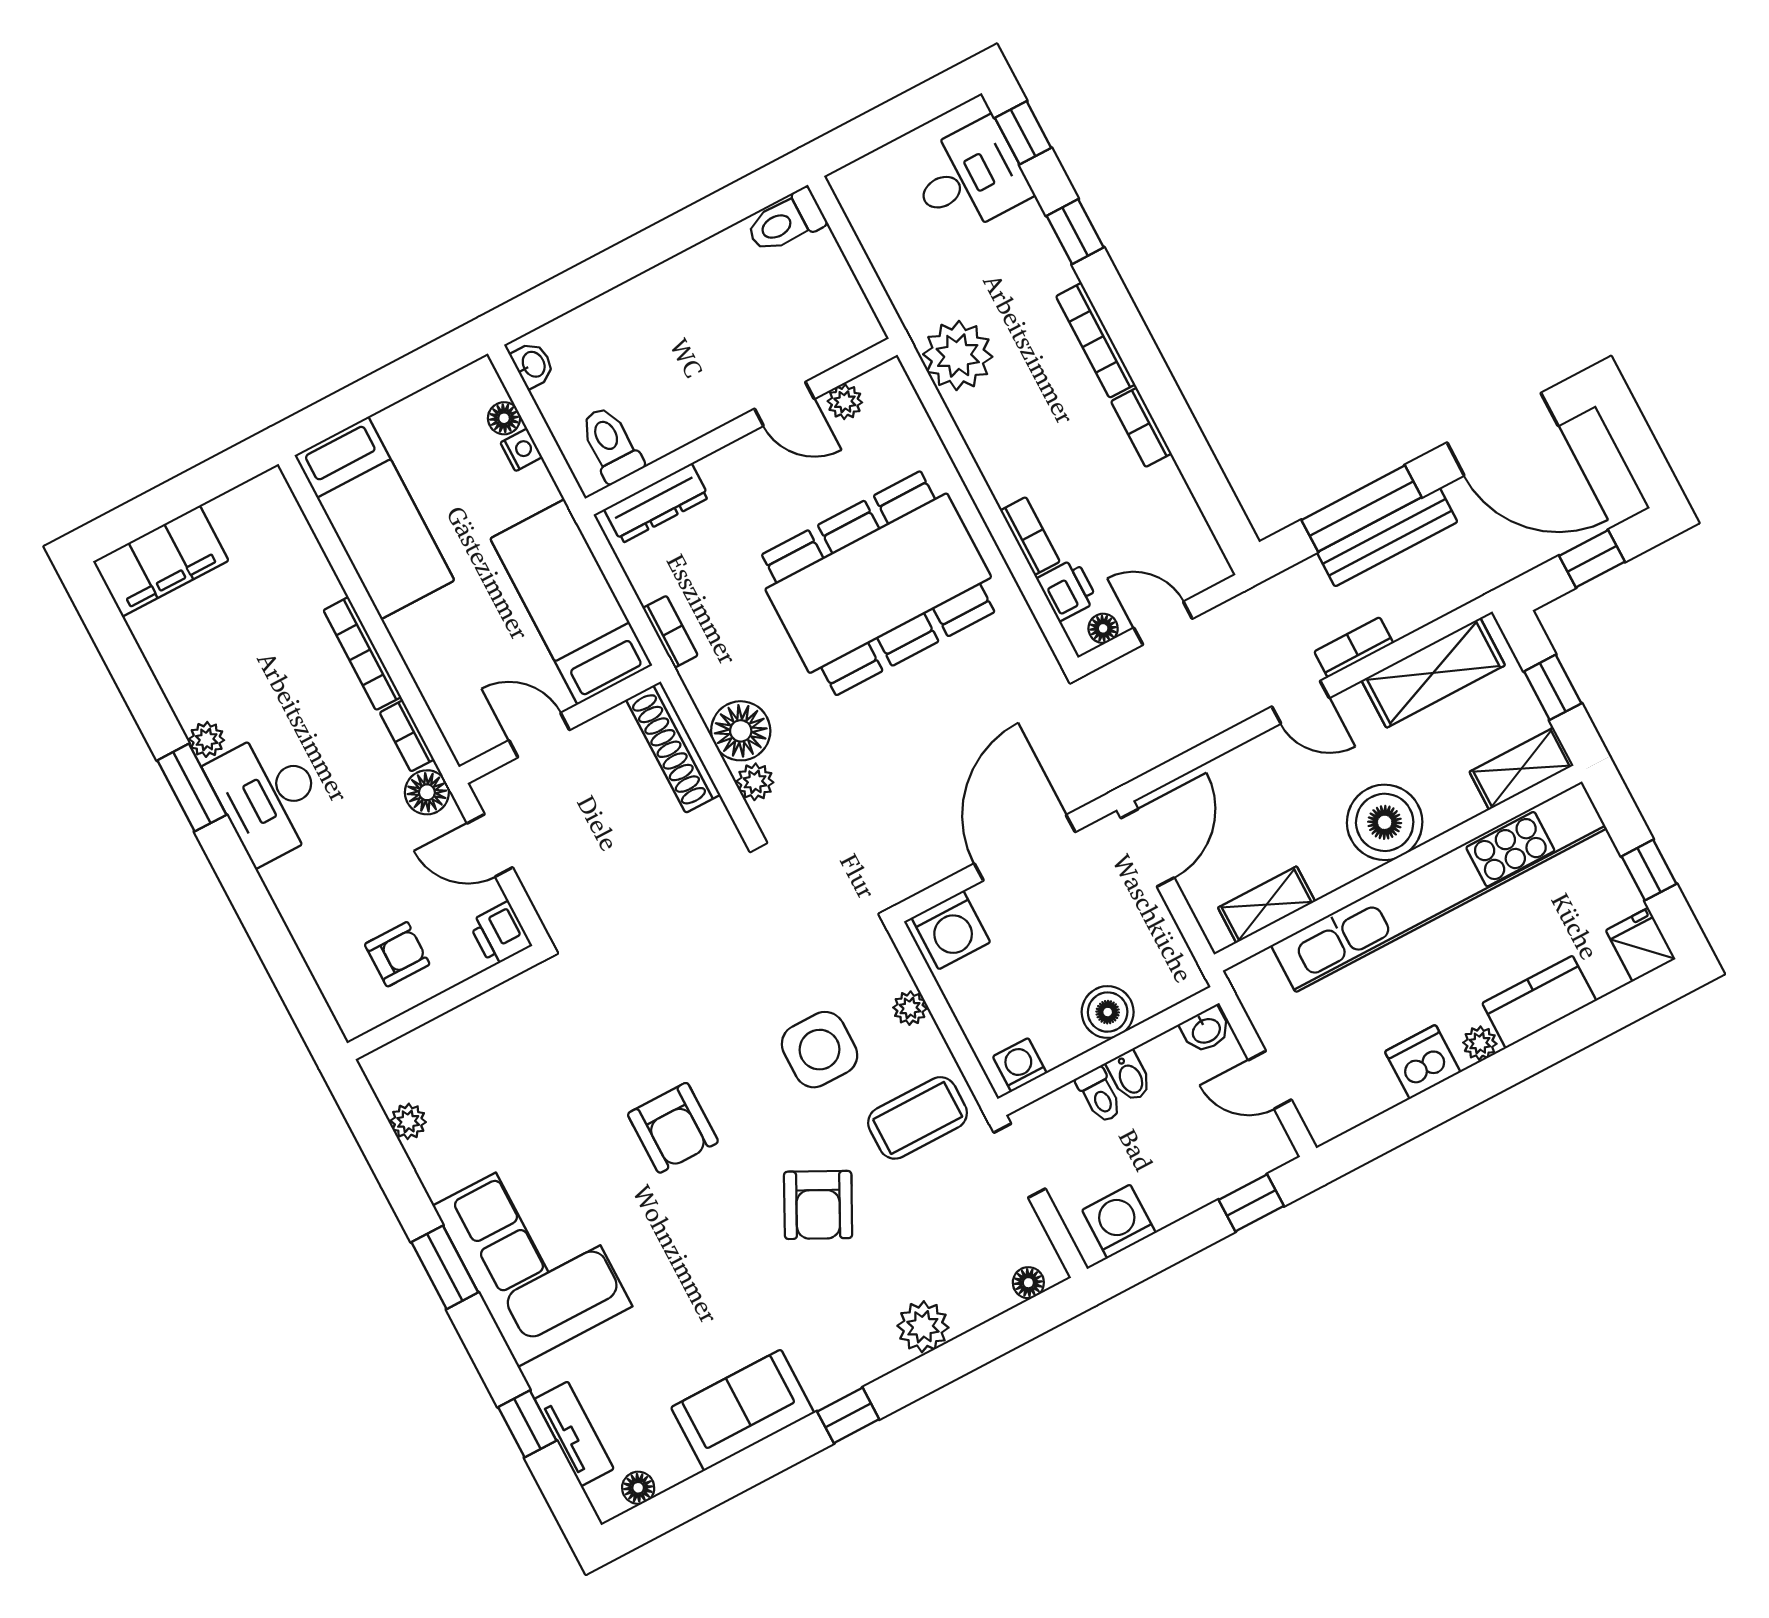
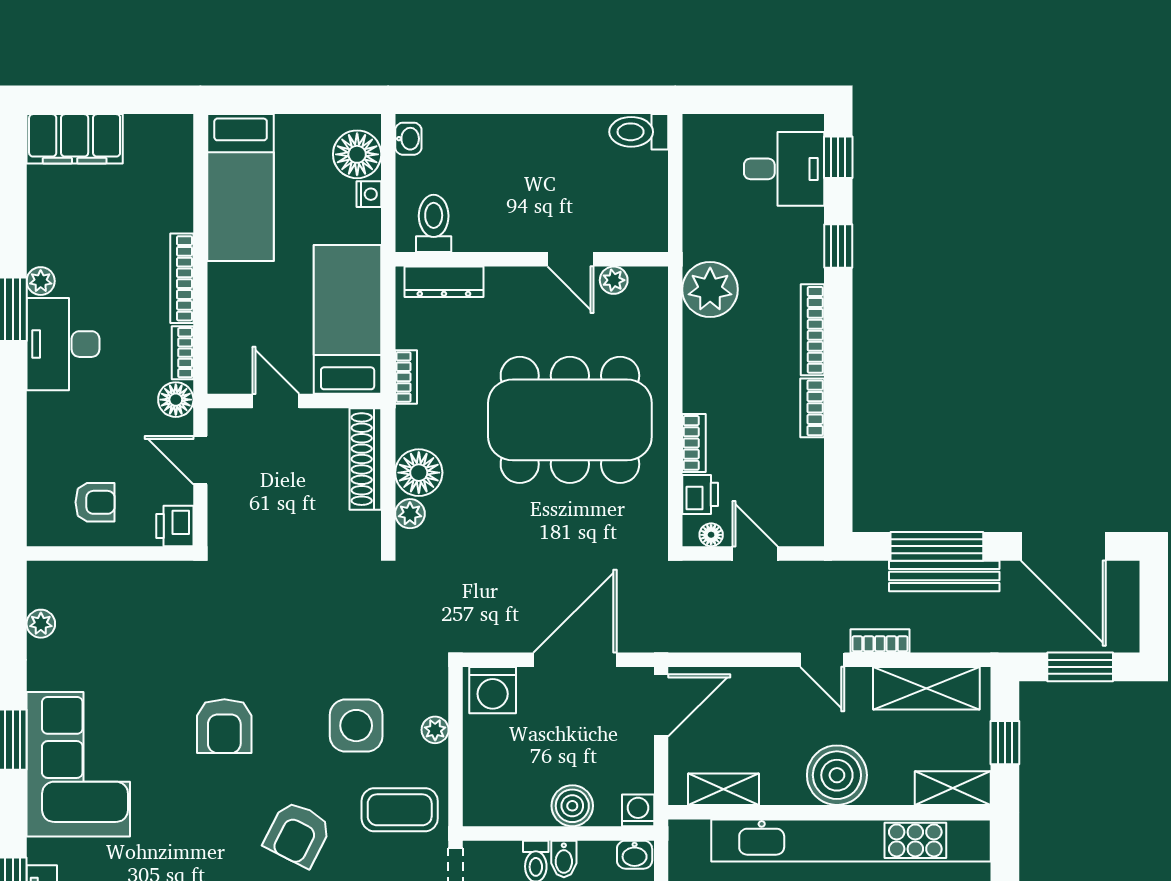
floor lamp: (504, 418) -> (357, 154), width x1.89, depth x1.89
window: (1592, 559) -> (1080, 667), width x1.50
washing machine: (1020, 1065) -> (638, 810), moved

